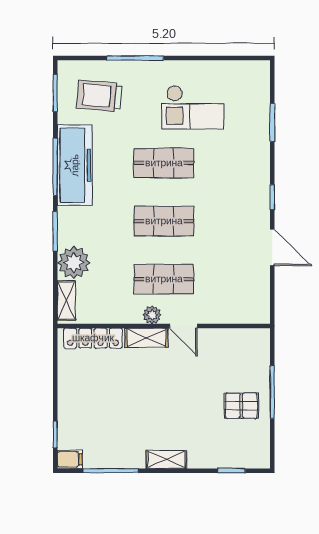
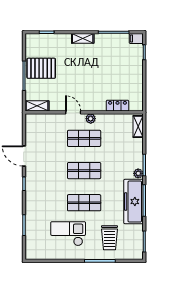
trolley: (99, 96) -> (109, 238), moved, turned 85
plant: (74, 263) -> (138, 173), moved, width x0.53, depth x0.53
locker: (93, 338) -> (118, 106), width x0.66
shelving: (146, 338) -> (37, 106), moved
pallet: (241, 406) -> (41, 68), width x1.50, depth x1.42

